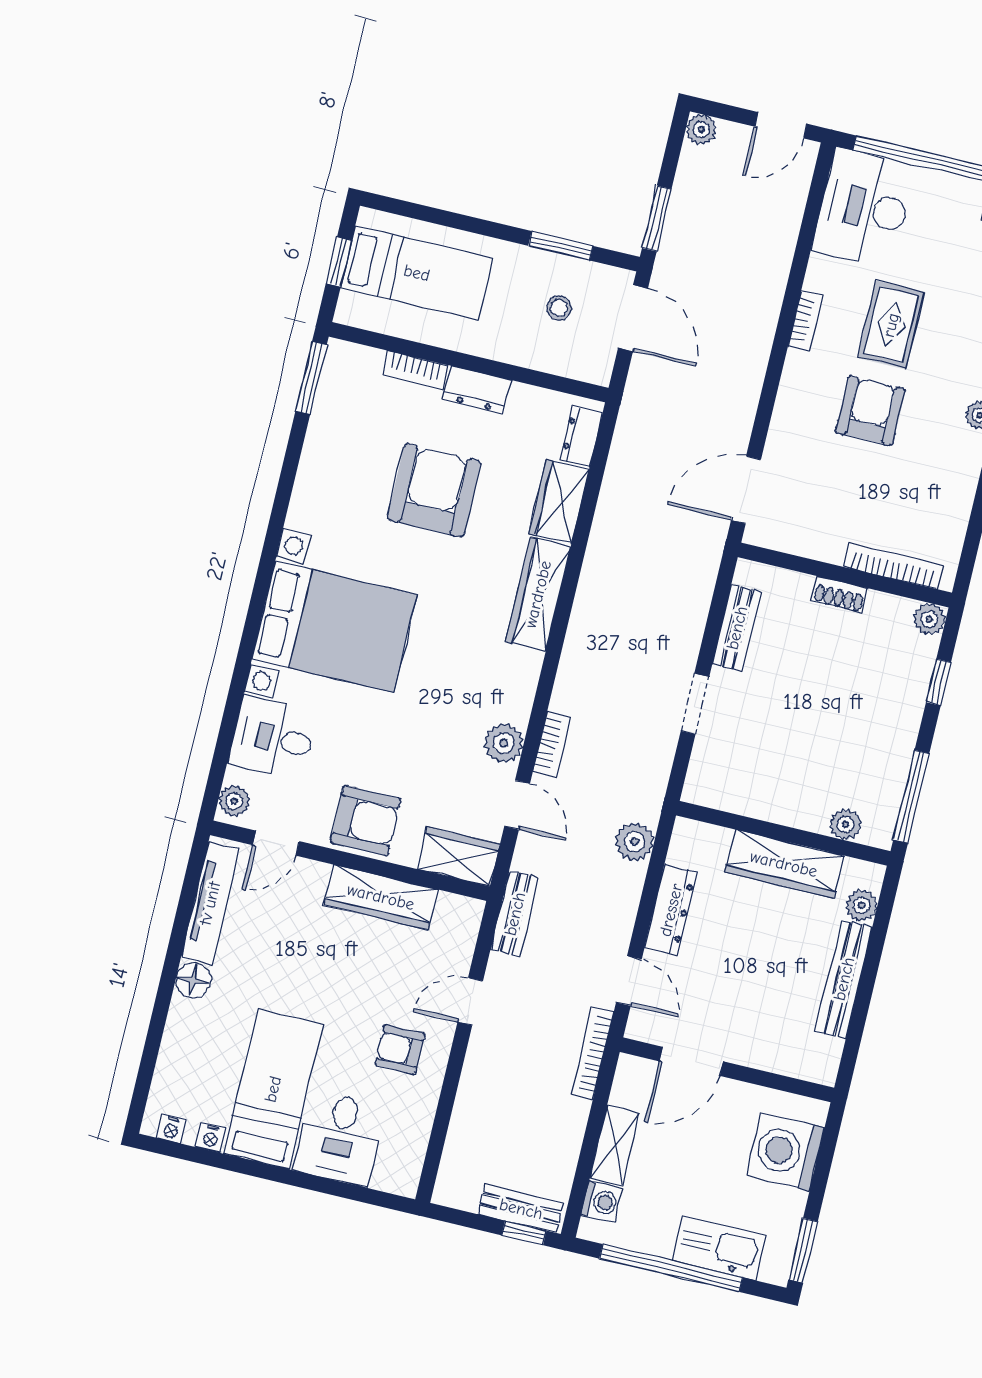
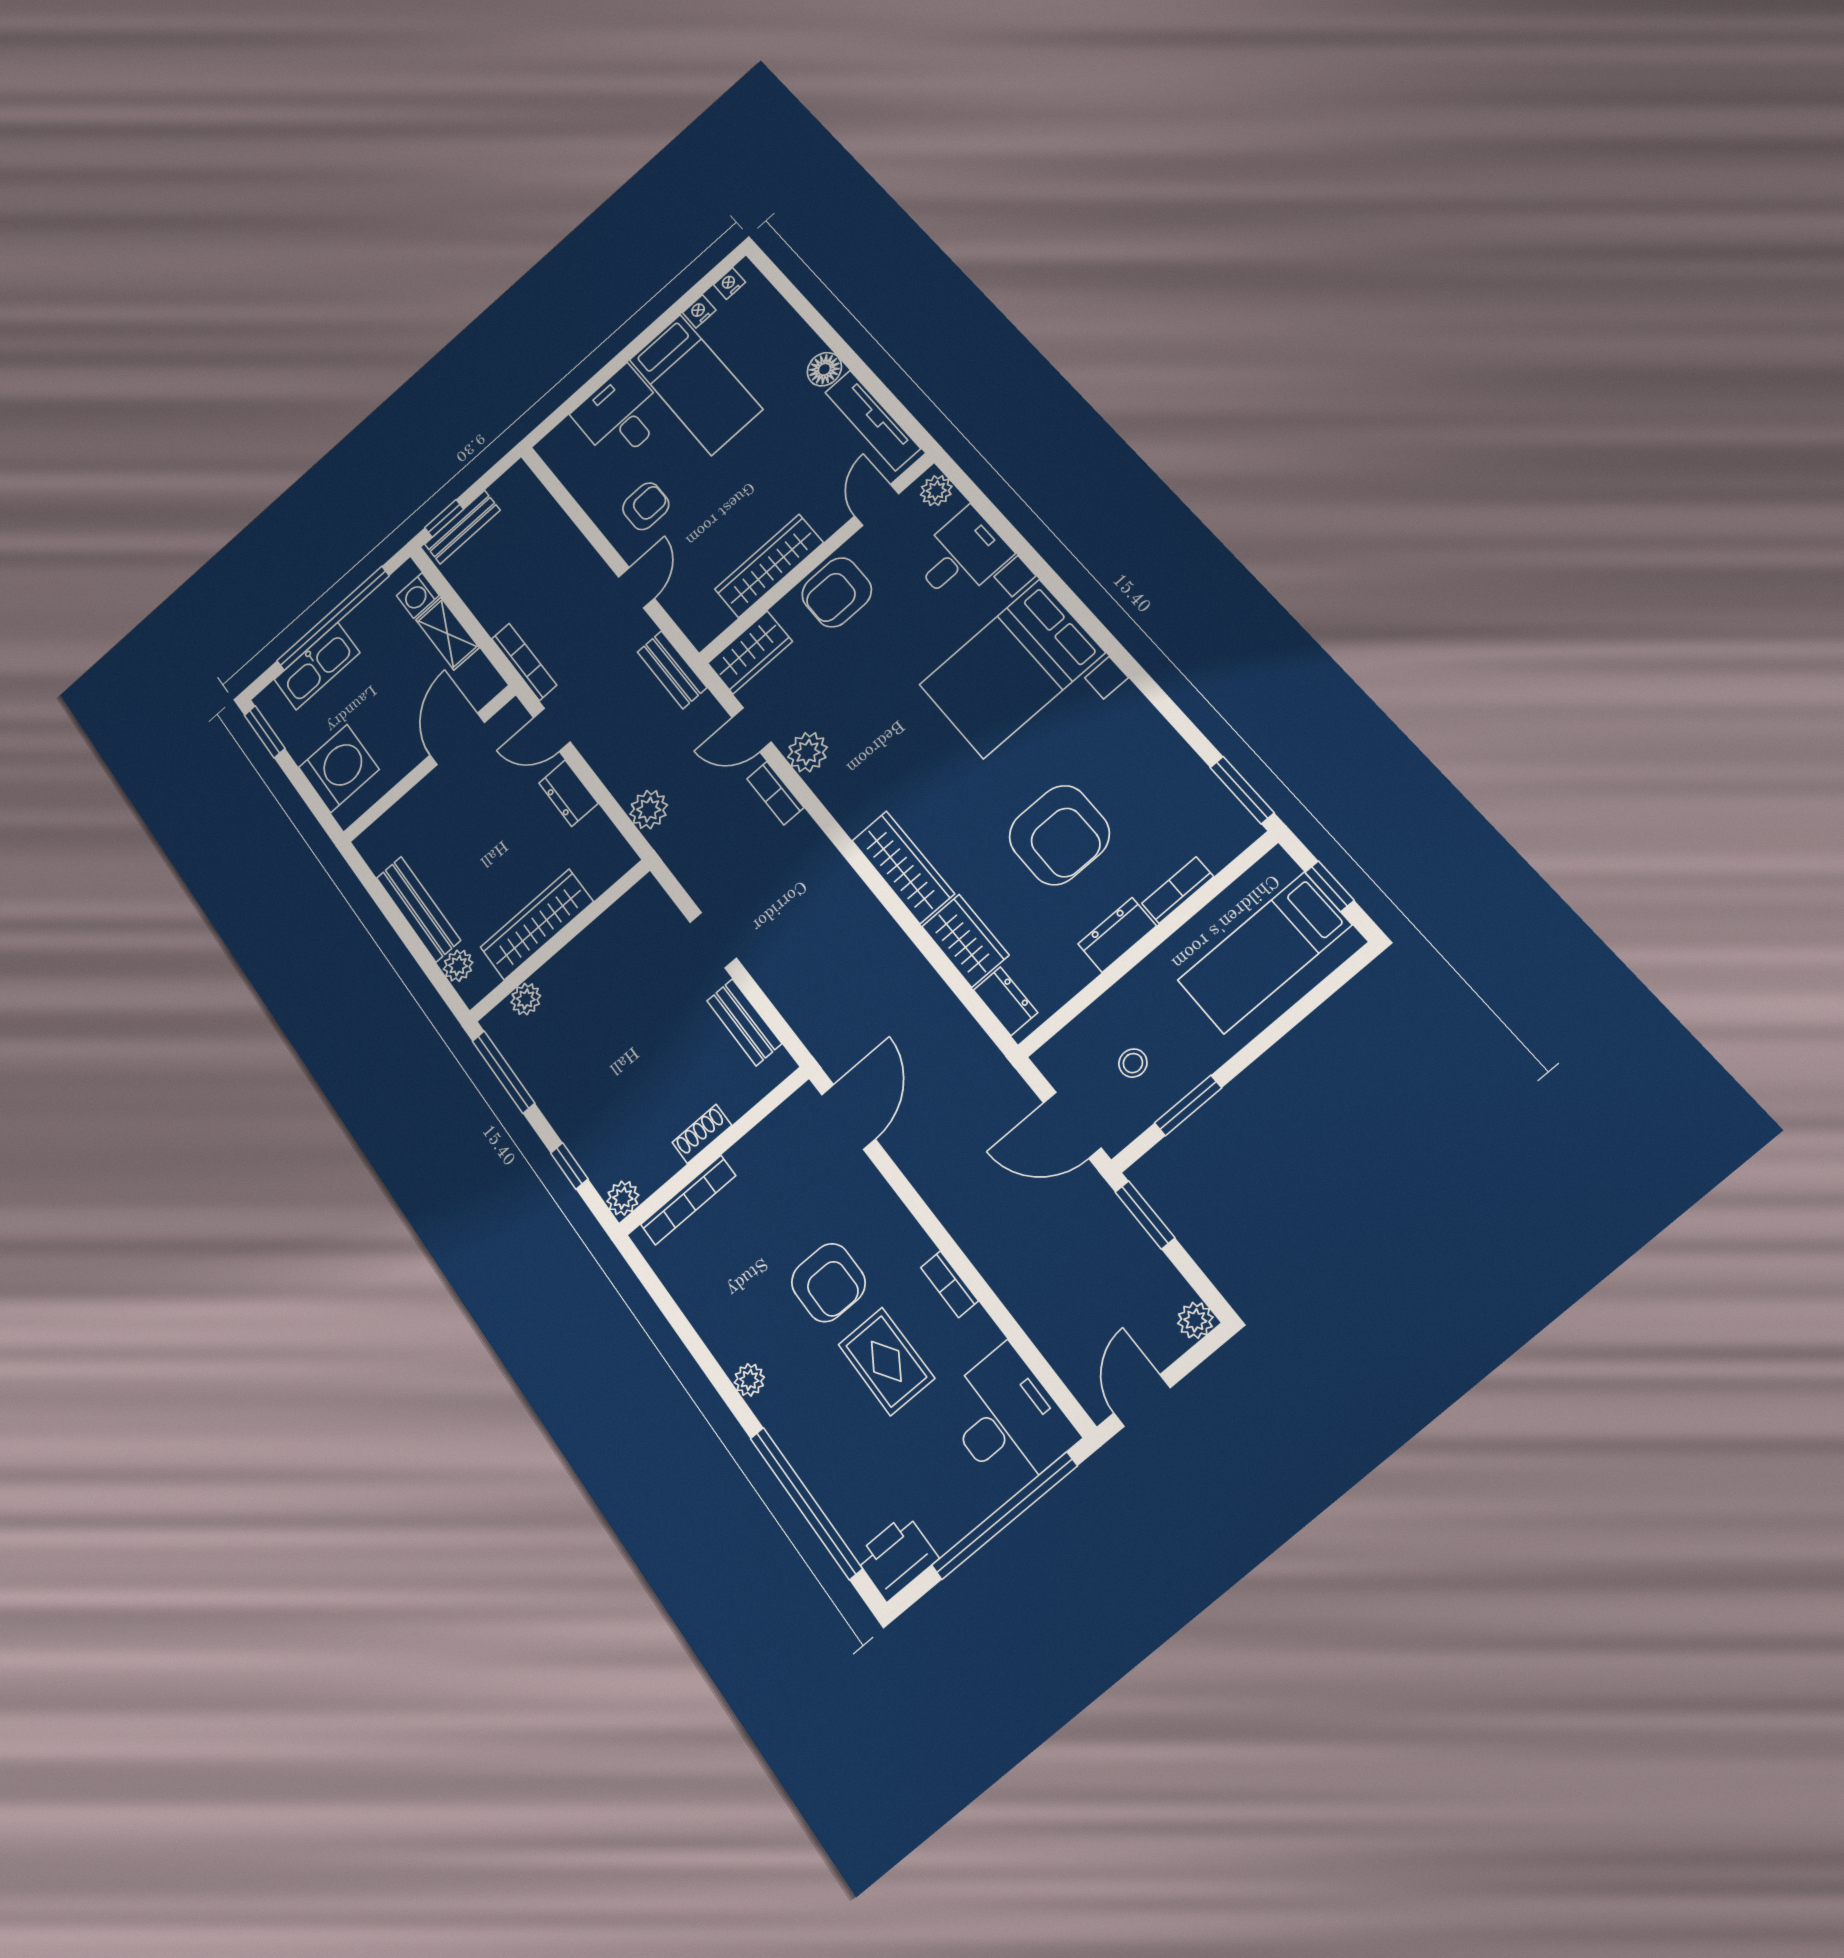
dresser: (671, 910) -> (568, 793), width x0.70

